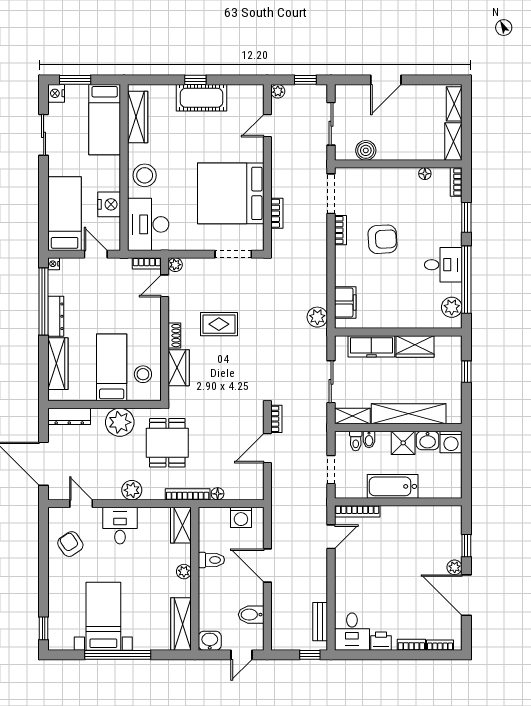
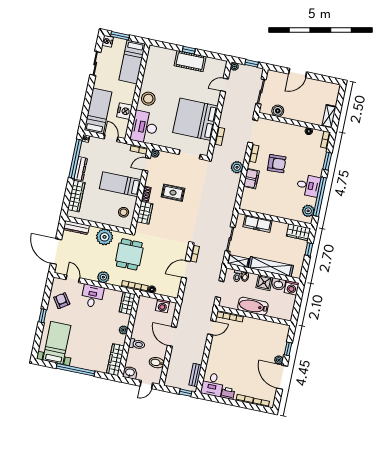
shelving: (454, 104) -> (334, 95), removed
wardrobe: (138, 117) -> (151, 64), removed
filing cabinet: (345, 303) -> (251, 179), moved
plant: (317, 317) -> (237, 167), moved
wardrobe: (415, 347) -> (298, 232), moved
bed: (112, 367) -> (120, 184), moved, turned -90
toilet: (211, 560) -> (137, 344), moved
bed with nightstands: (103, 616) -> (57, 343), moved
window: (44, 628) -> (43, 316), moved

